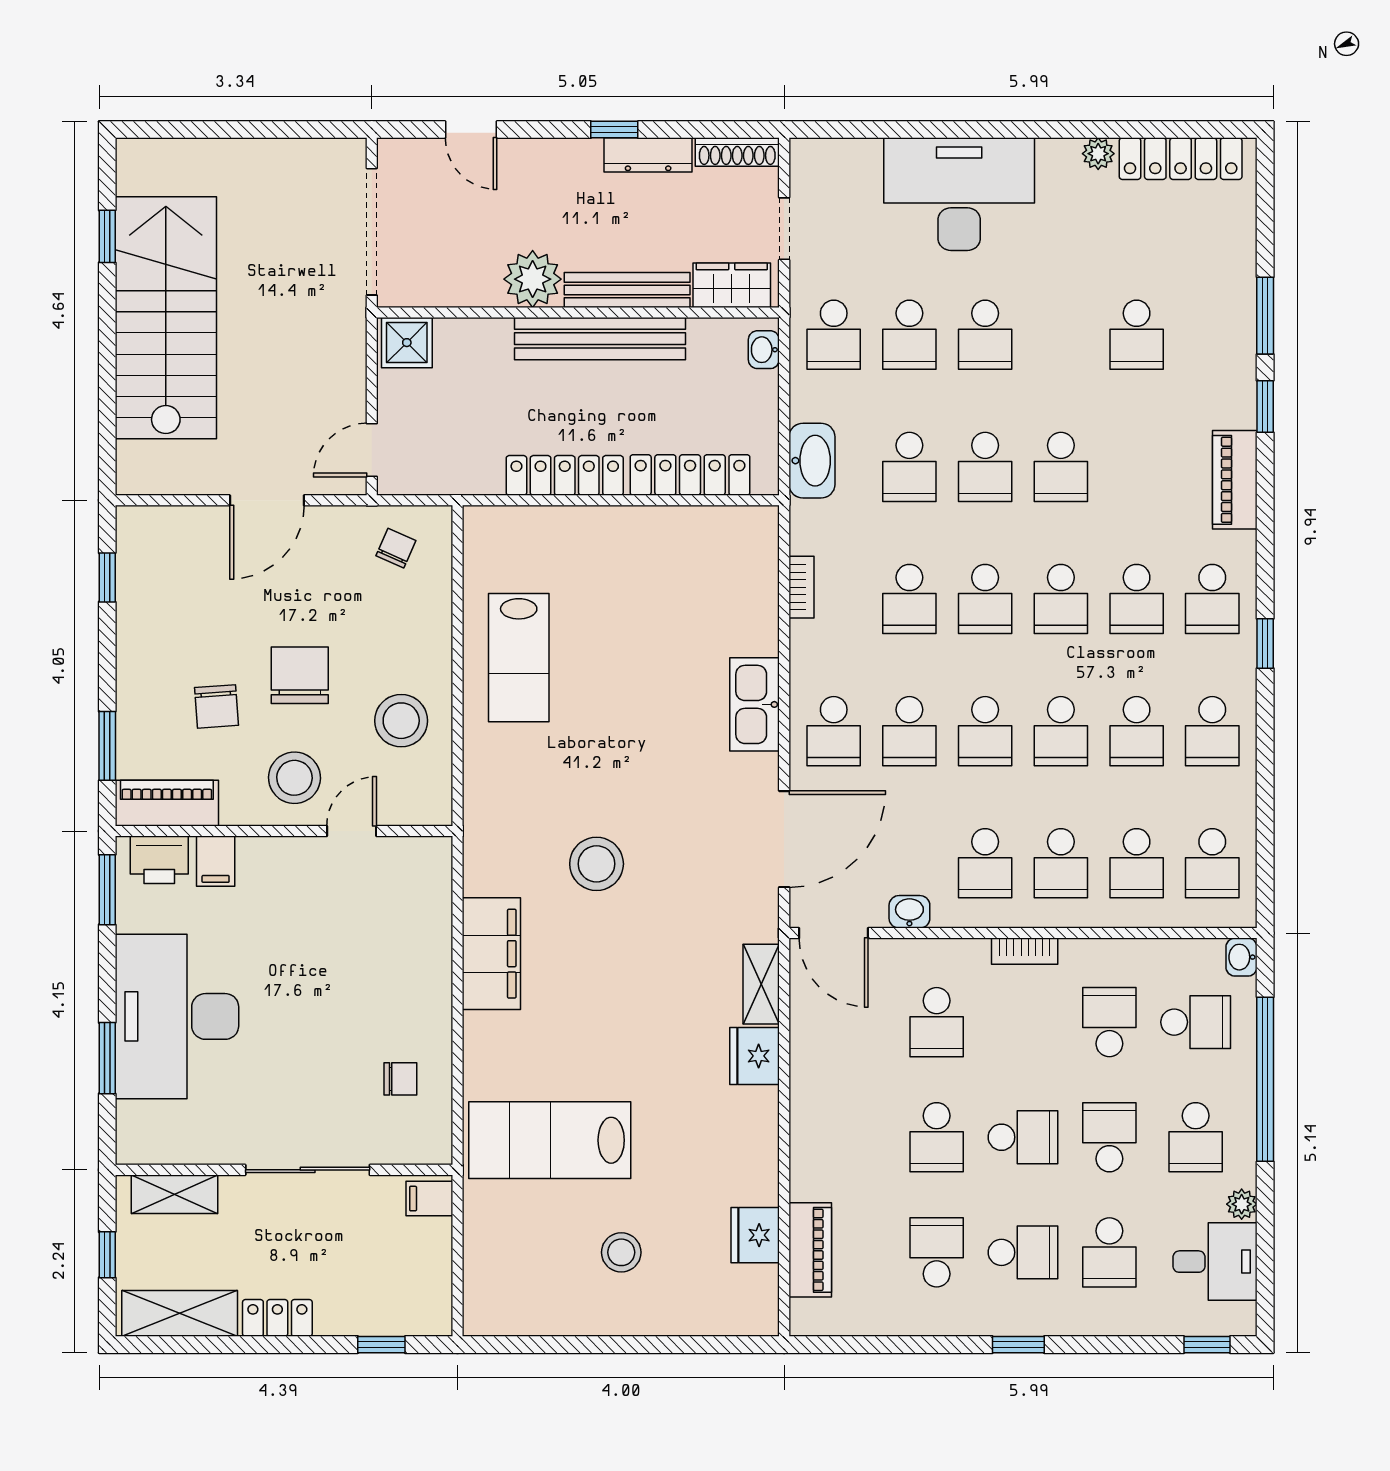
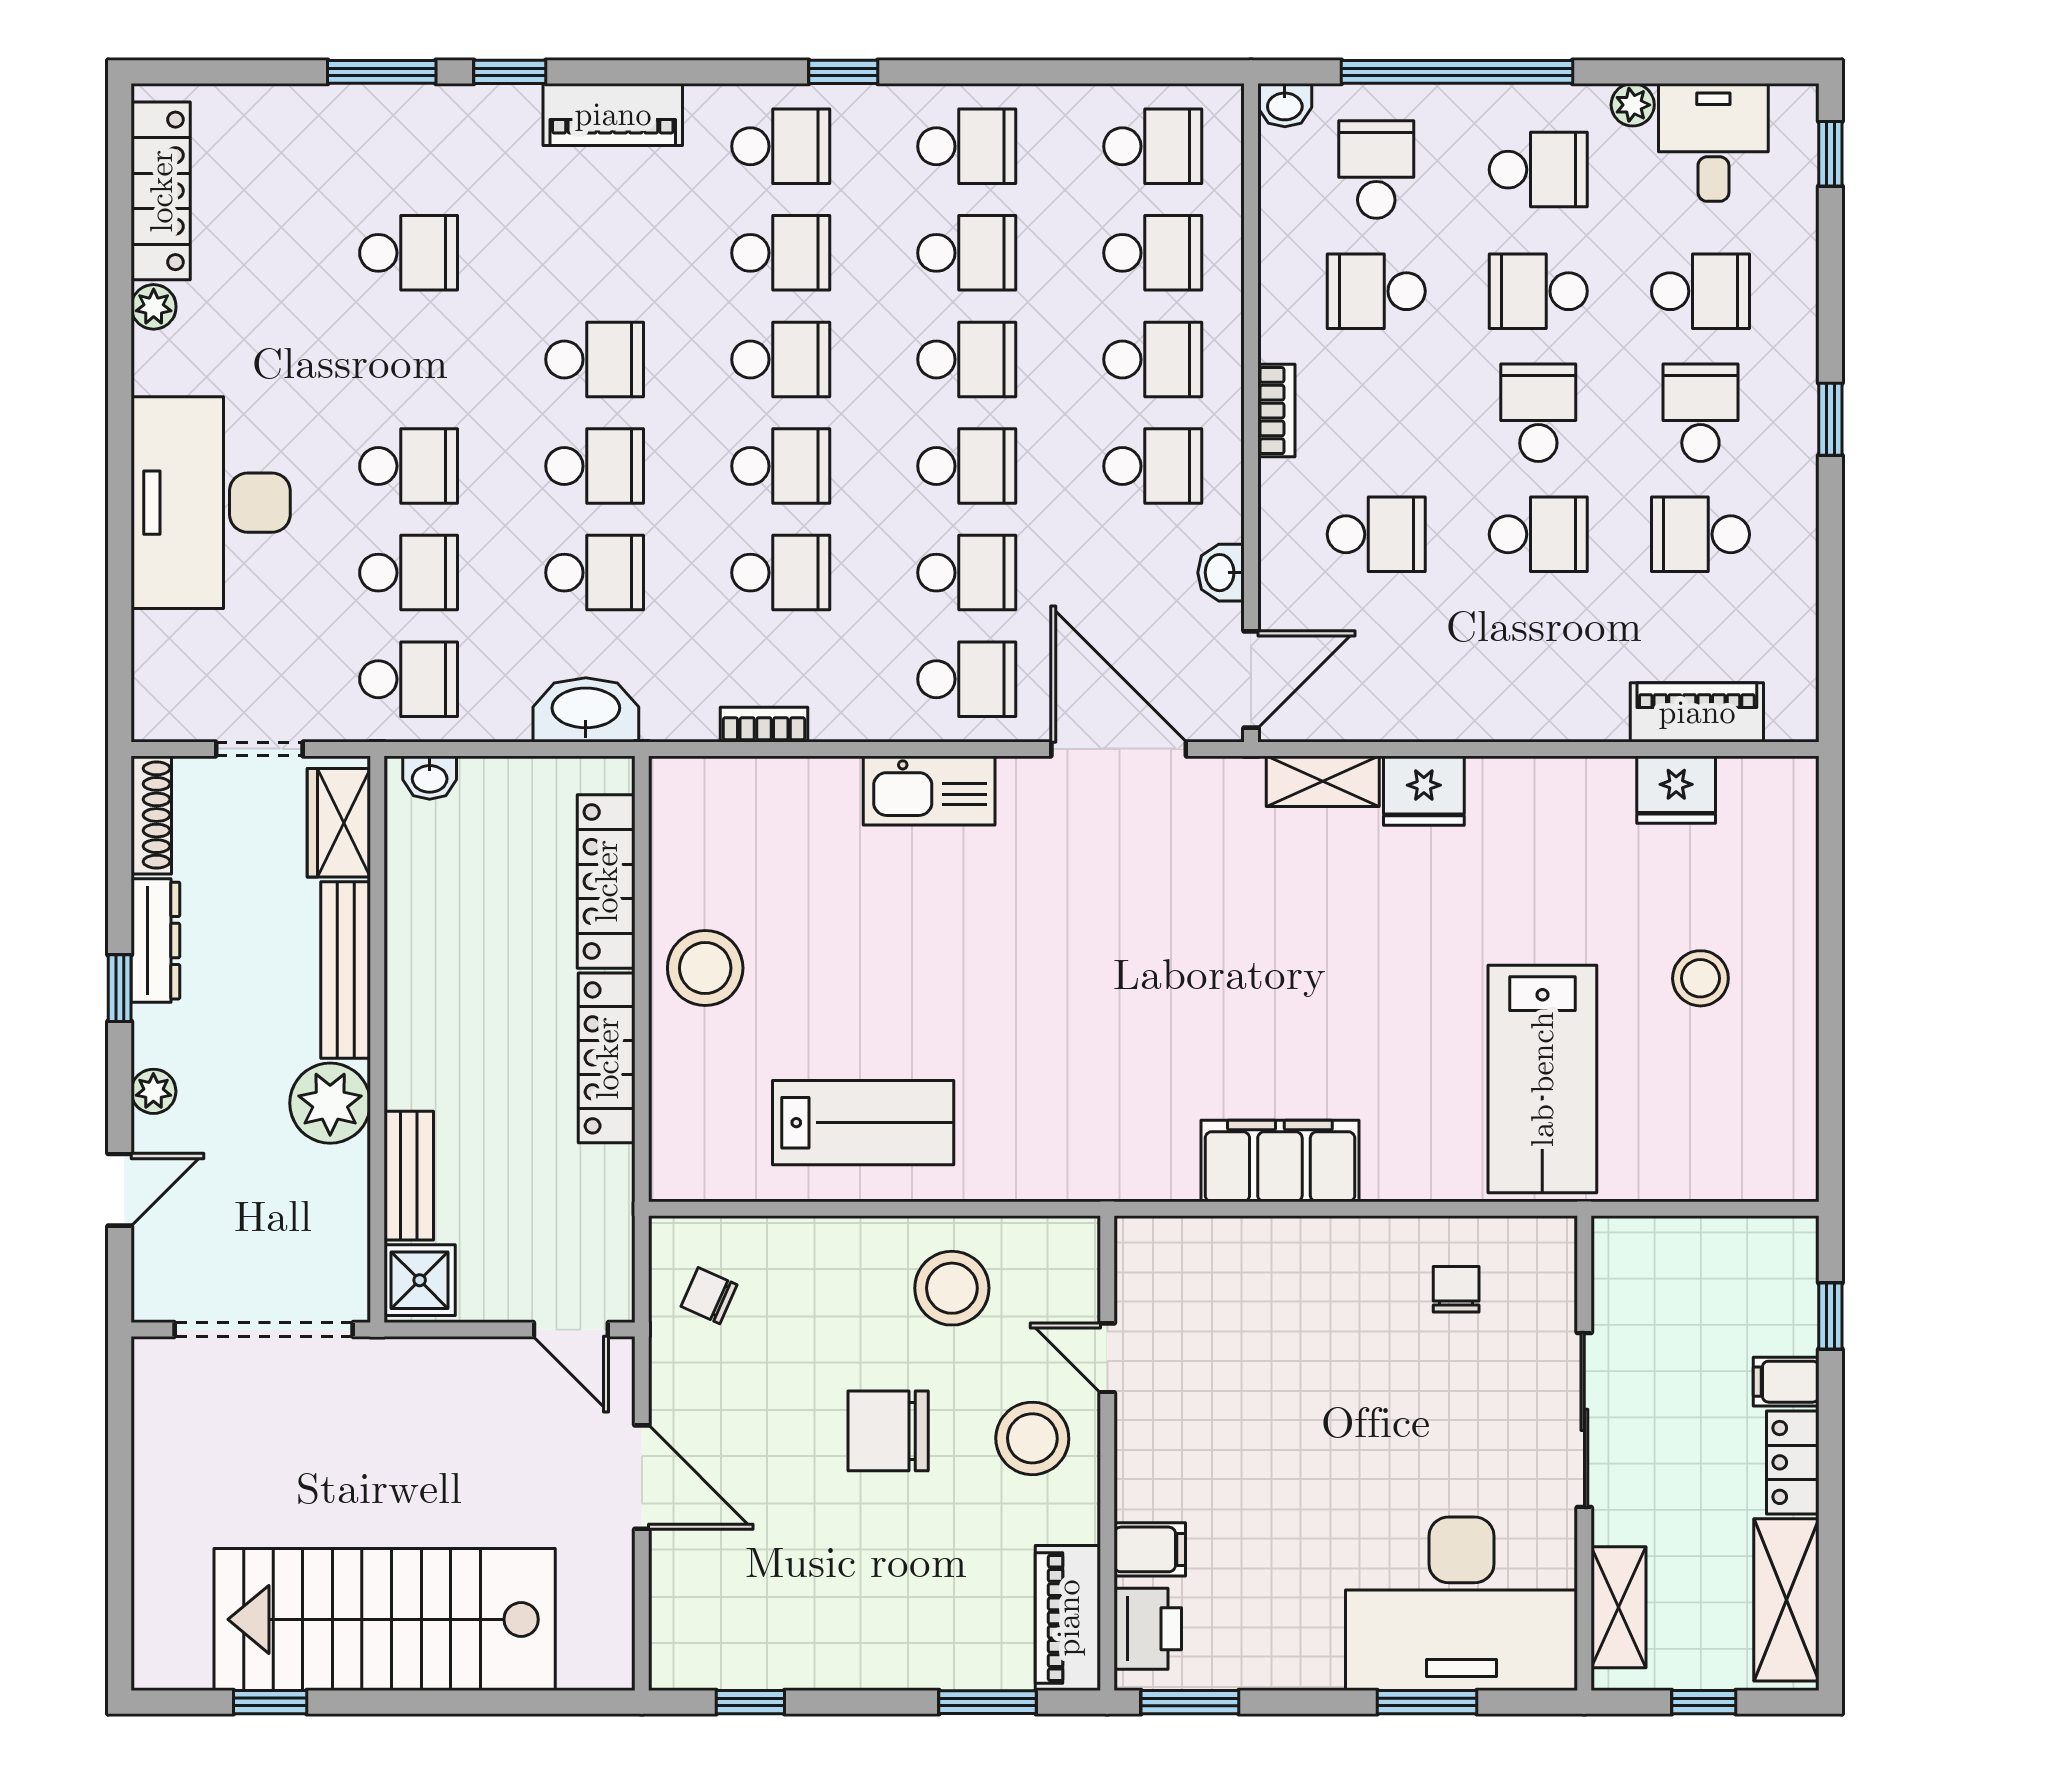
plant: (541, 154) -> (153, 1091), added
bench: (600, 339) -> (409, 1176), moved, width x0.54, depth x0.82
chair: (216, 706) -> (932, 1548), removed
stool: (597, 864) -> (705, 968), moved
desk: (177, 1016) -> (1462, 1604), moved
filing cabinet: (429, 1199) -> (1786, 1382), moved, turned 90

